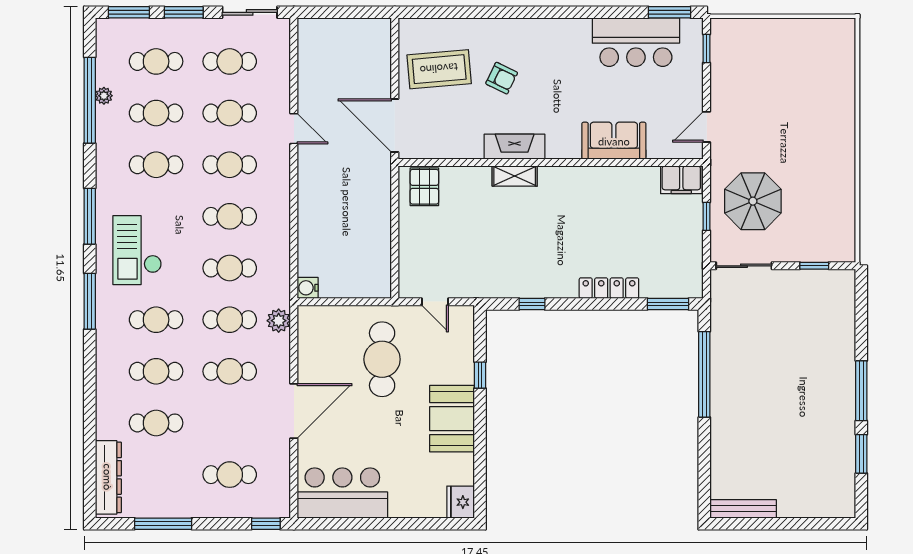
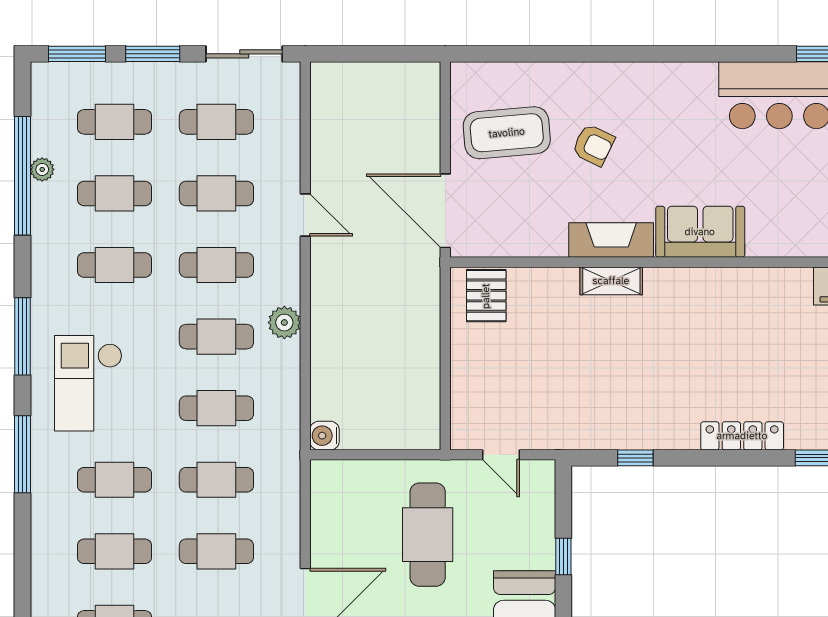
sofa: (614, 141) -> (700, 232), moved
plant: (279, 321) -> (284, 323), moved

